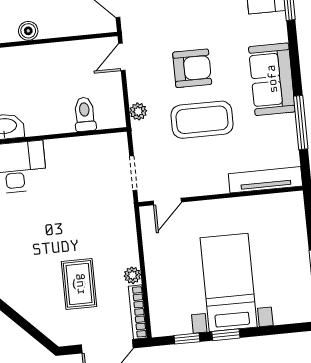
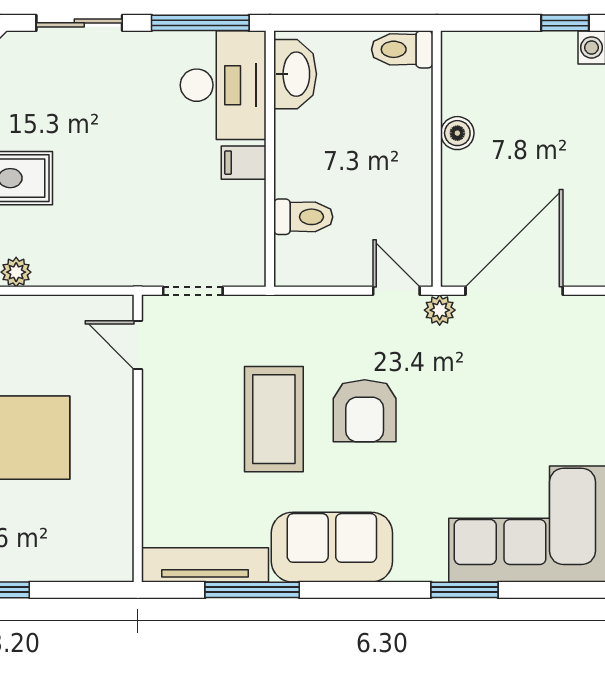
plant: (138, 111) -> (440, 310), moved
filing cabinet: (57, 151) -> (244, 163), added
tv unit: (265, 180) -> (205, 565), moved, turned -90

